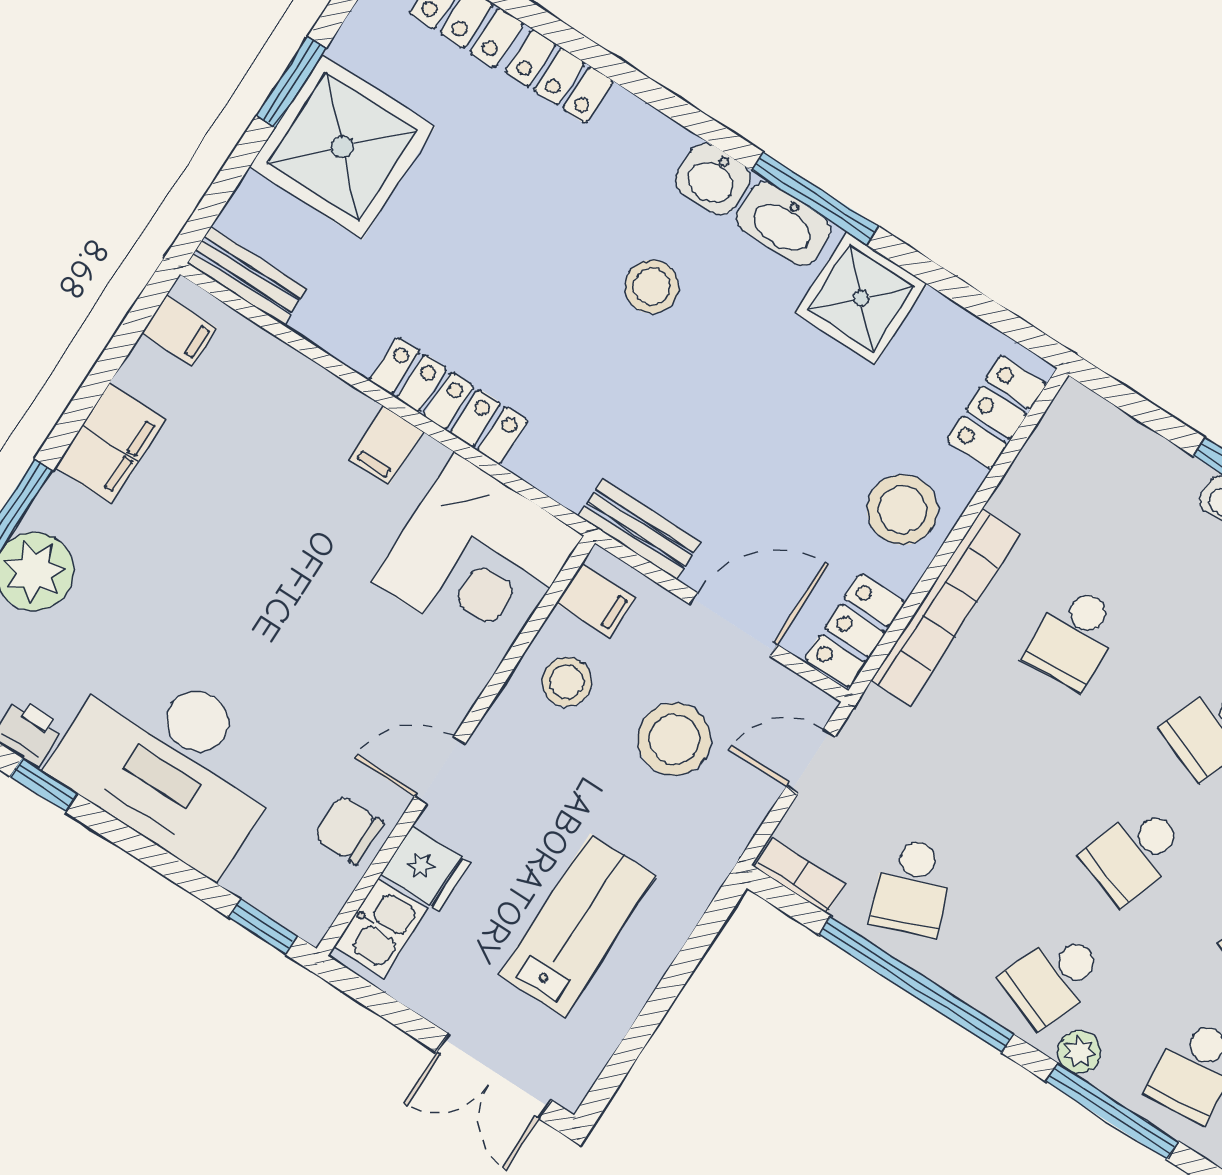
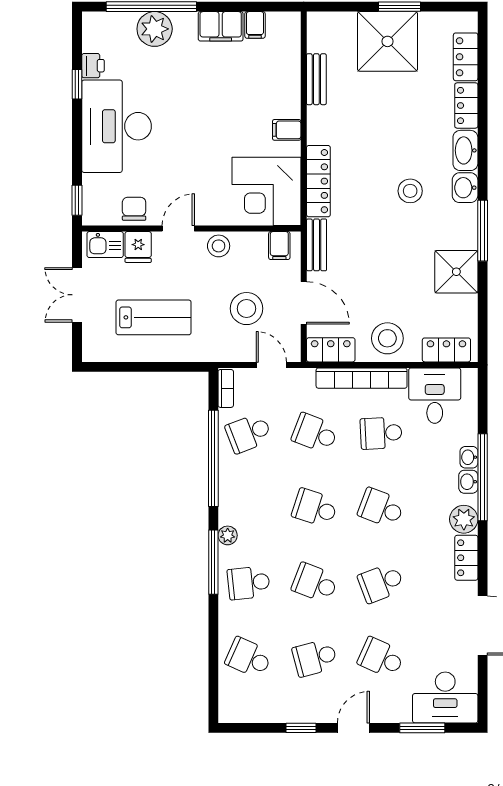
washbasin: (784, 224) -> (465, 150), moved
bench: (247, 276) -> (316, 79), moved
filing cabinet: (179, 331) -> (255, 25), moved
locker: (449, 401) -> (318, 181), moved
desk: (1068, 490) -> (435, 396), added
stool: (567, 682) -> (219, 246), moved
door: (440, 770) -> (178, 229), hinge flipped
school desk: (1053, 979) -> (315, 433), moved
double door: (494, 1076) -> (77, 295), moved

